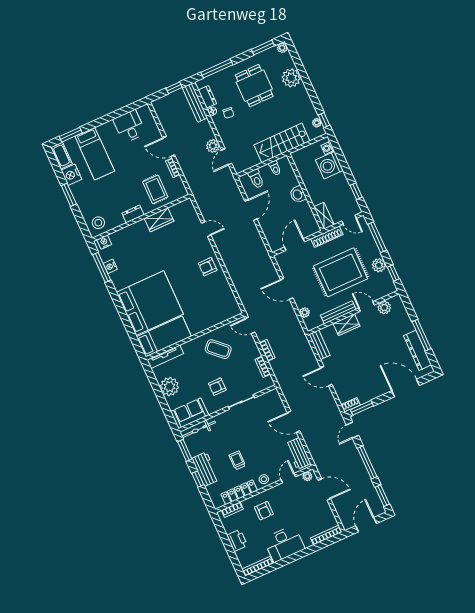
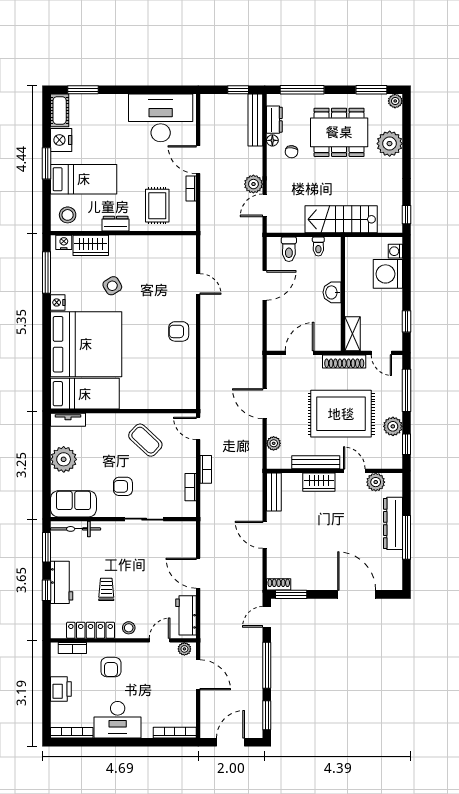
dining table: (254, 86) -> (339, 132), width x1.38
plant: (317, 123) -> (396, 214), removed
desk: (129, 126) -> (161, 118), width x1.87, depth x1.30
bed: (95, 154) -> (84, 179), moved, turned -90
wardrobe: (159, 220) -> (91, 245), moved
side table: (150, 256) -> (112, 286), added
nightstand: (110, 266) -> (58, 302), moved
dresser: (418, 350) -> (393, 523), moved
tv unit: (165, 357) -> (68, 420), width x0.71

